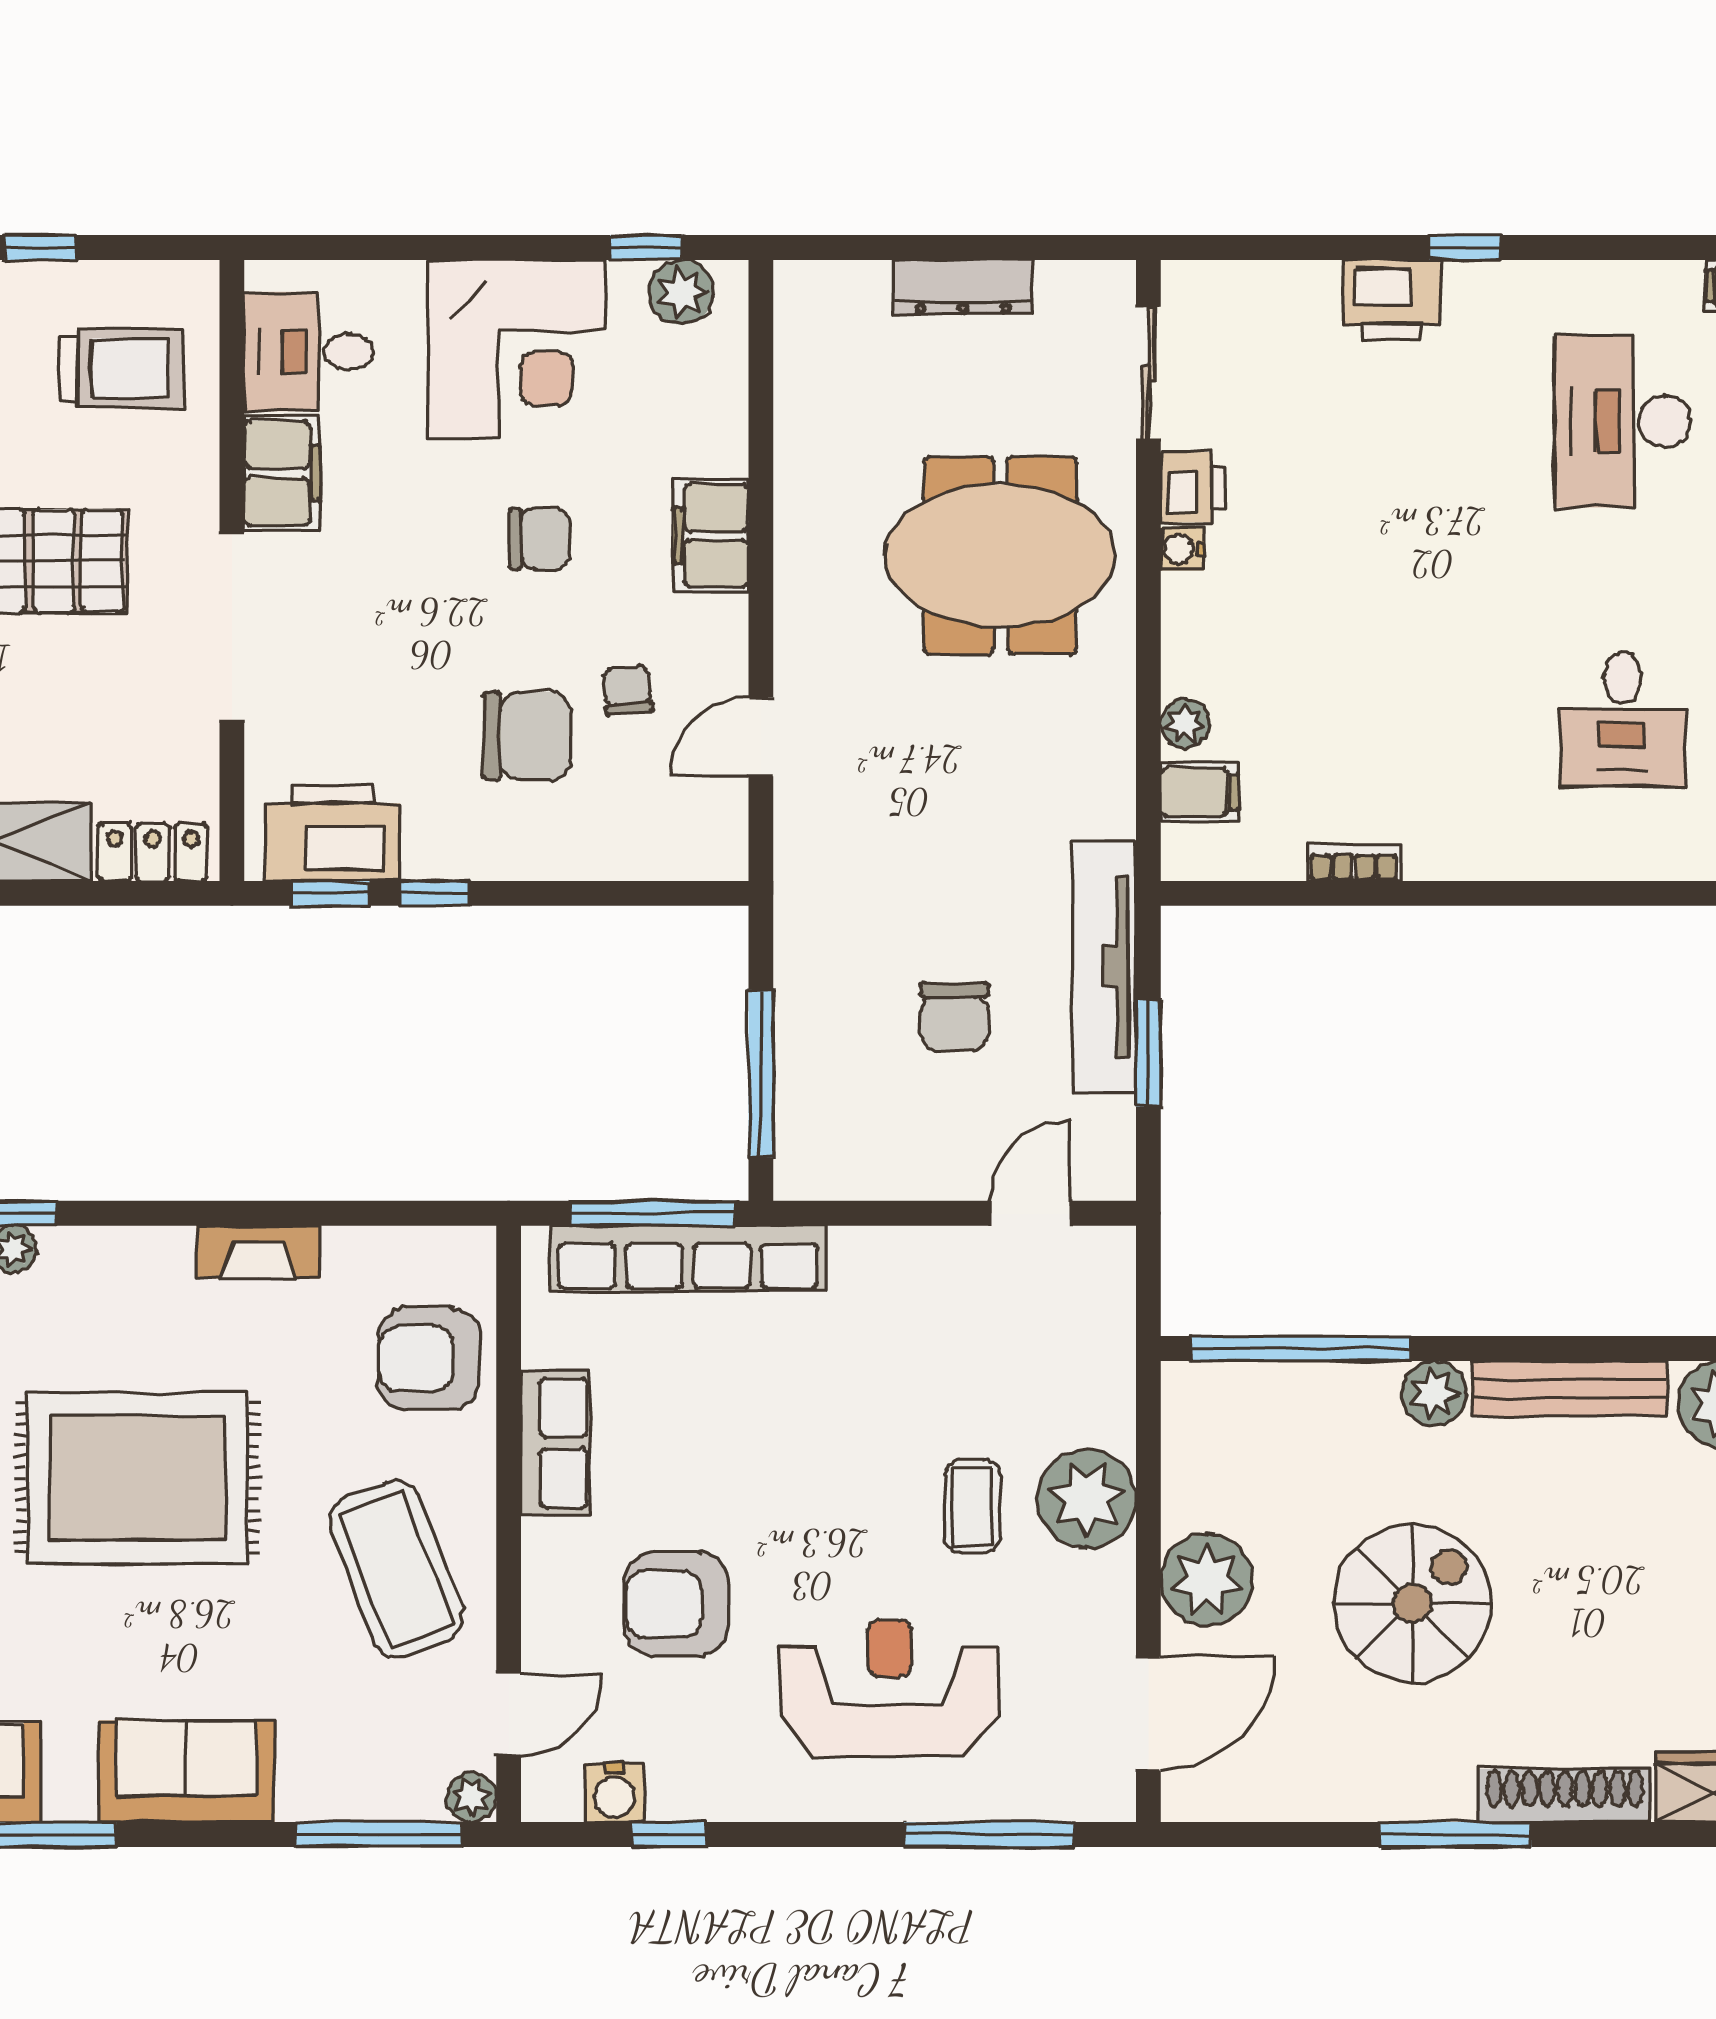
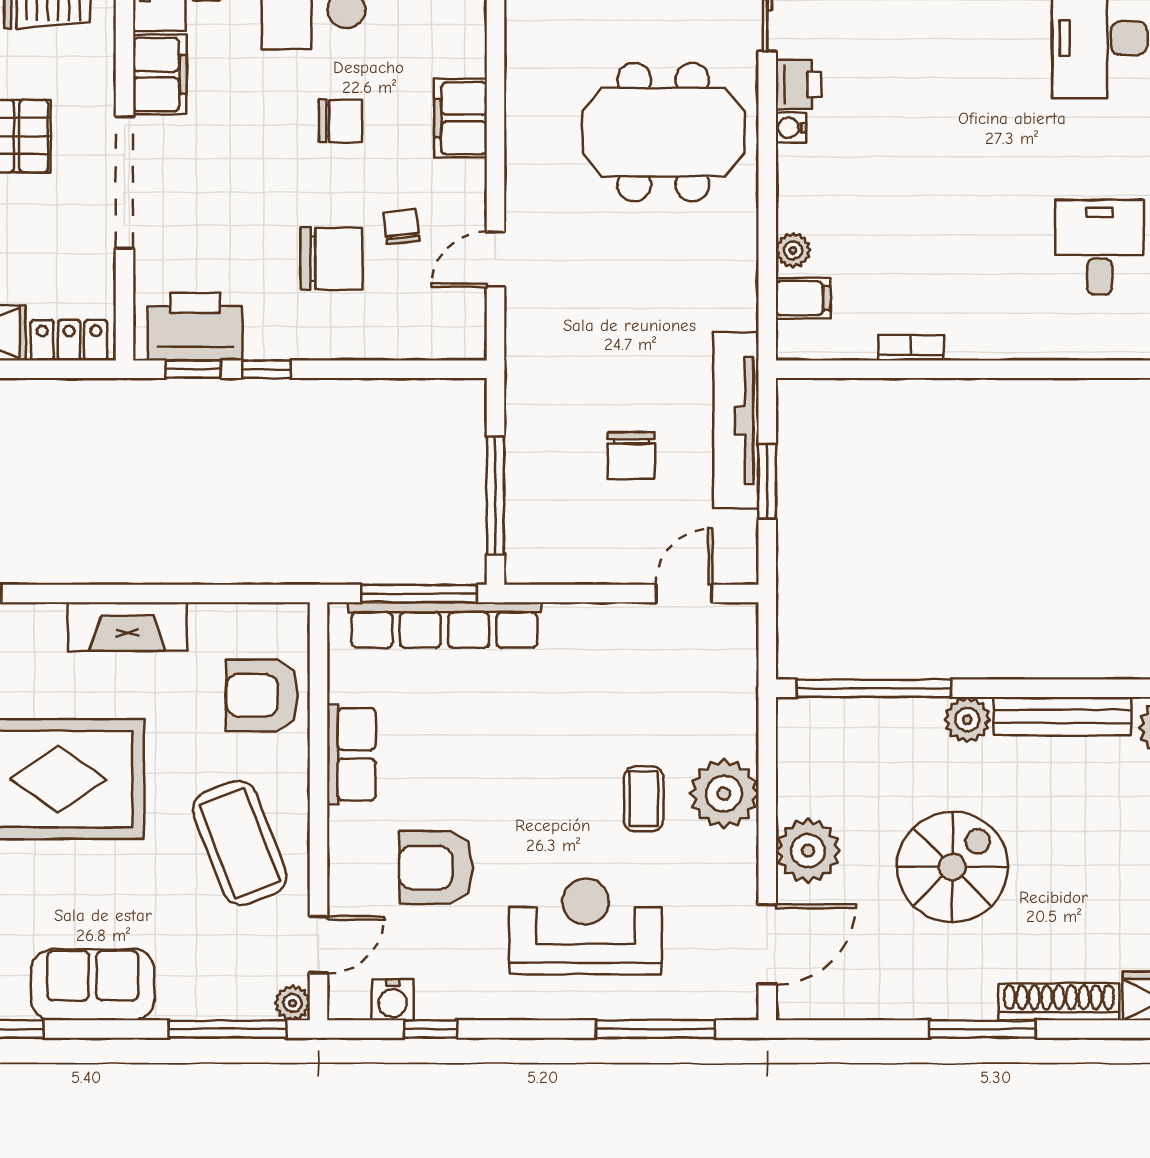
desk: (1623, 720) -> (1100, 247), turned 180
fireplace: (259, 1252) -> (127, 627), width x1.37, depth x1.32

